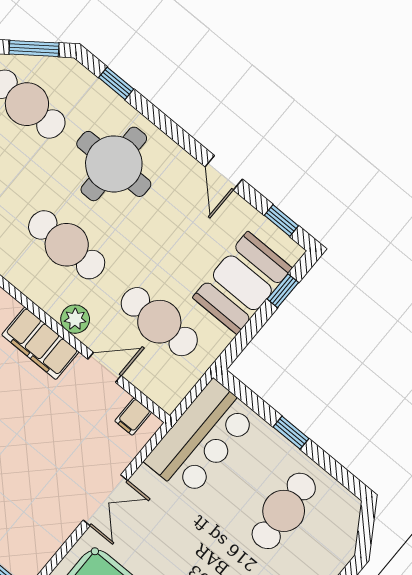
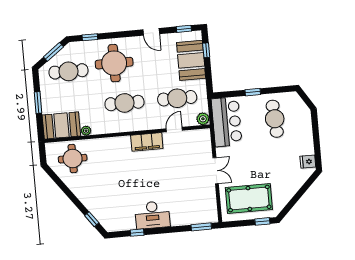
plant: (75, 319) -> (203, 119), moved
filing cabinet: (133, 417) -> (198, 136), removed

